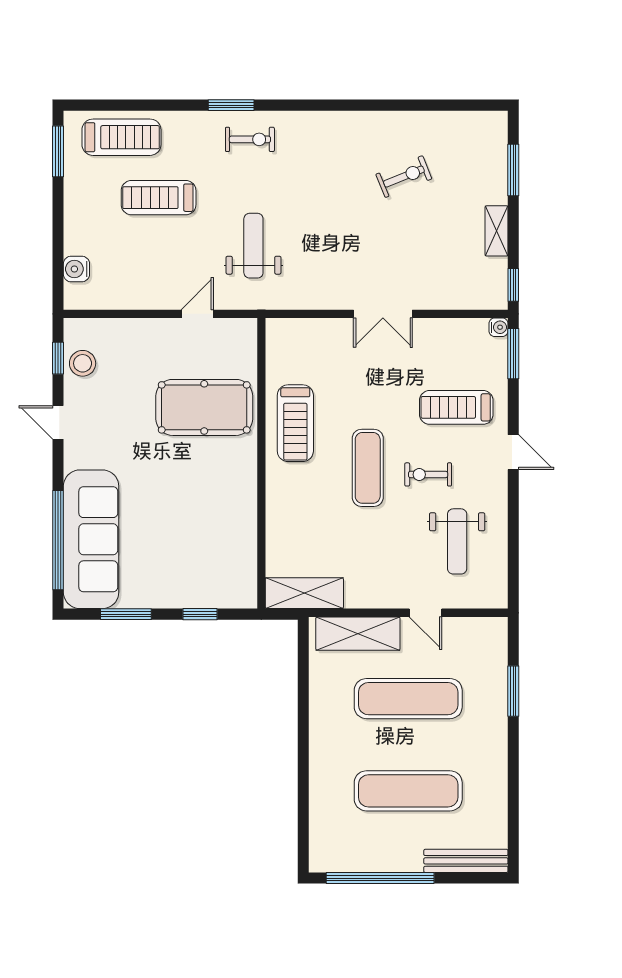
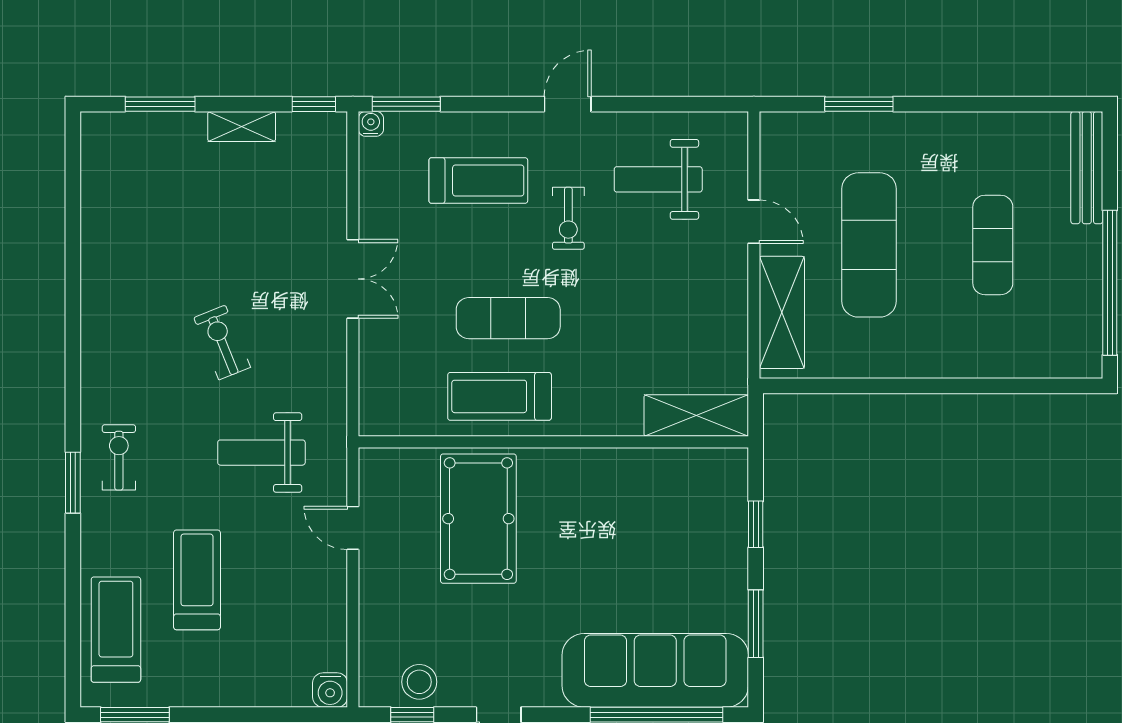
exercise bike: (404, 177) -> (222, 342), moved
treadmill: (159, 198) -> (197, 580), turned 180
water cooler: (76, 269) -> (330, 690), moved
treadmill: (456, 407) -> (478, 181), turned -90
treadmill: (295, 423) -> (500, 396), turned 180
door: (513, 452) -> (568, 104), moved
exercise mat: (368, 468) -> (508, 318), moved
weight bench: (457, 541) -> (658, 179), turned 180
shelving: (304, 593) -> (696, 416), moved, turned 90
door: (426, 613) -> (754, 222), hinge flipped
exercise mat: (408, 791) -> (993, 245), width x0.73, depth x0.69

